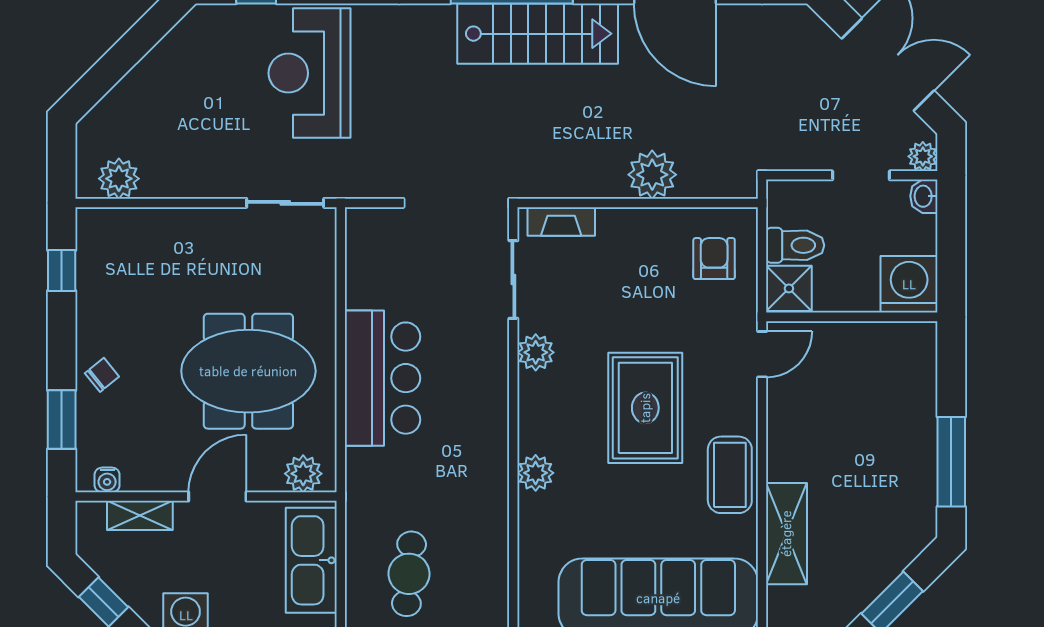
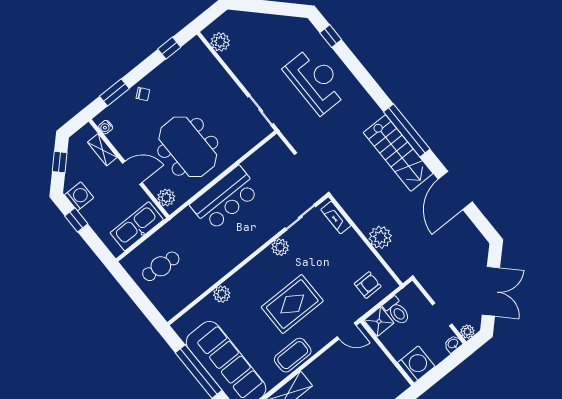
reception desk: (310, 73) -> (316, 81), turned 90
plant: (536, 473) -> (222, 294), moved

